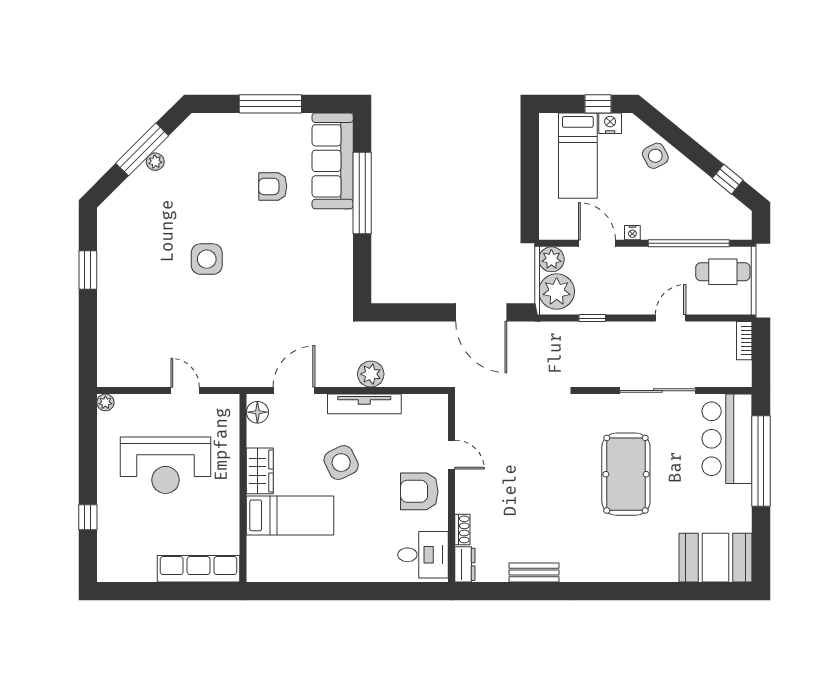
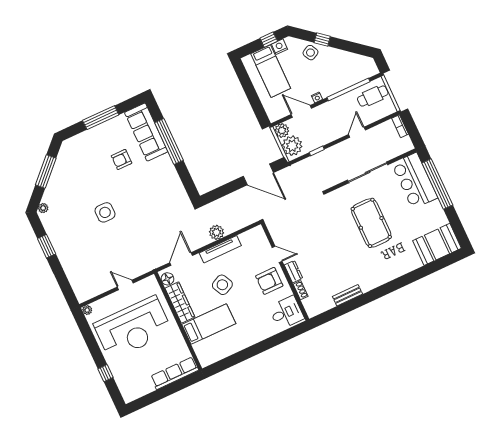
plant: (155, 162) -> (43, 208), moved
window: (728, 179) -> (322, 39), moved
reception desk: (166, 465) -> (133, 328), width x1.36, depth x1.30
wardrobe: (260, 471) -> (180, 303), width x1.50
dresser: (465, 564) -> (293, 272), moved

